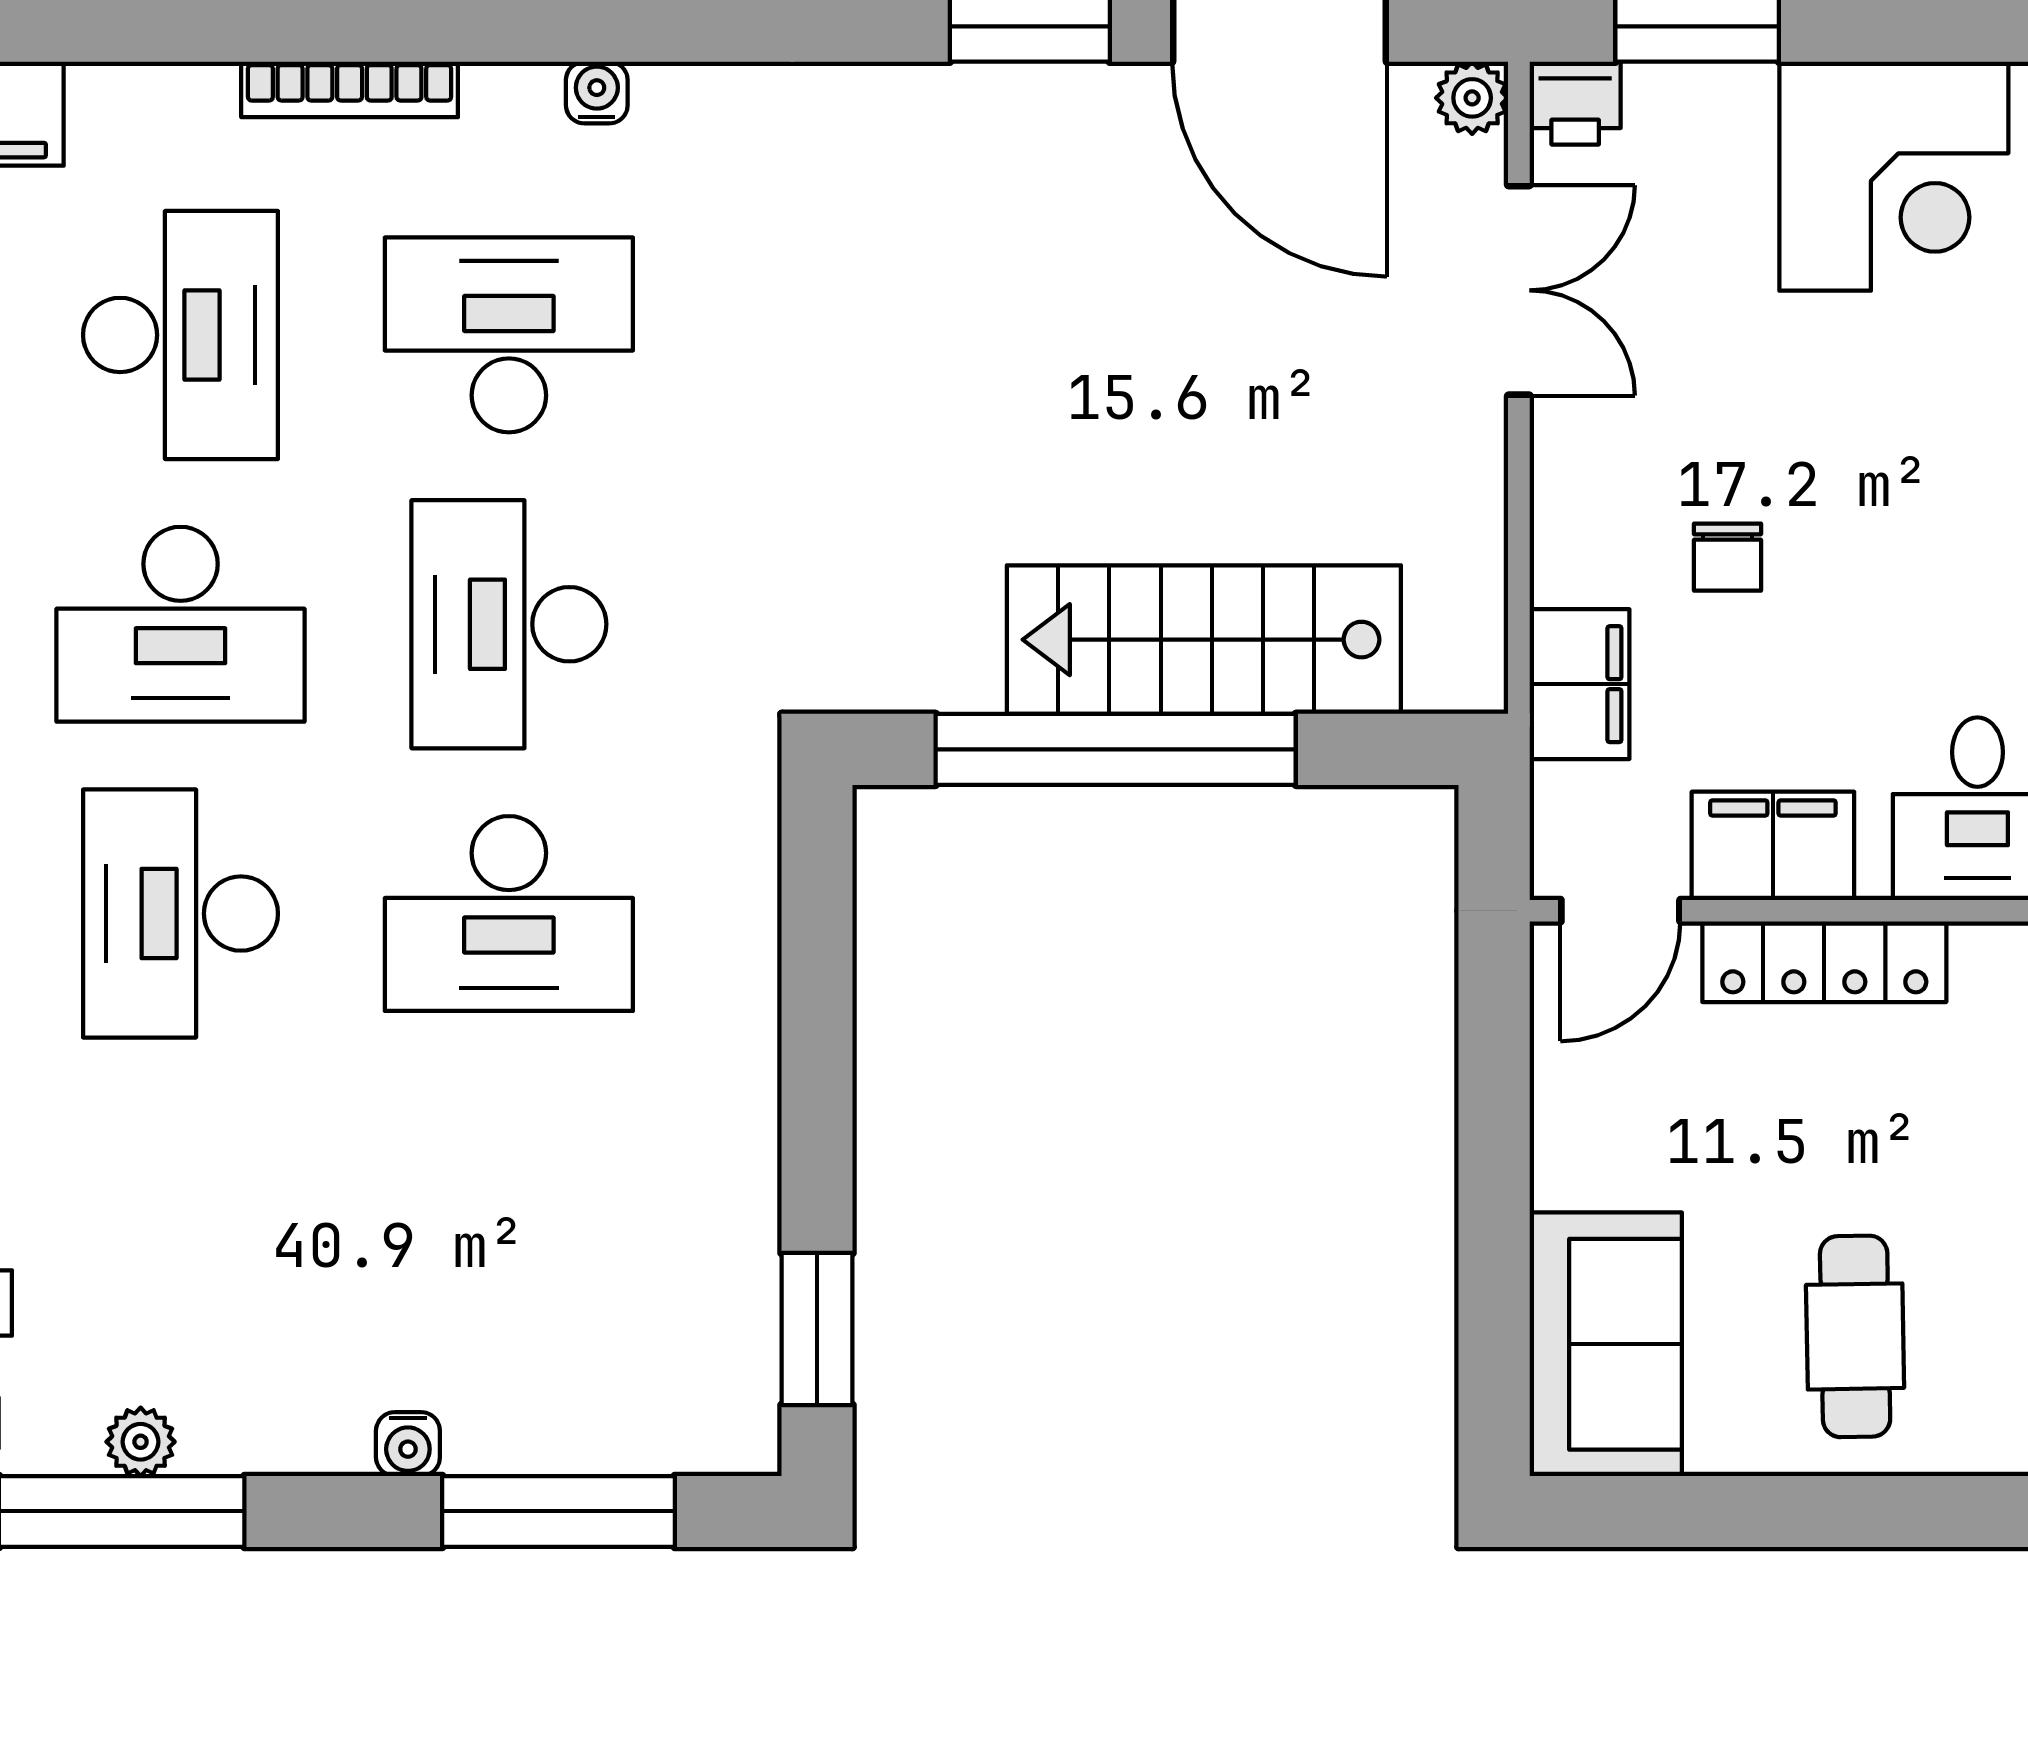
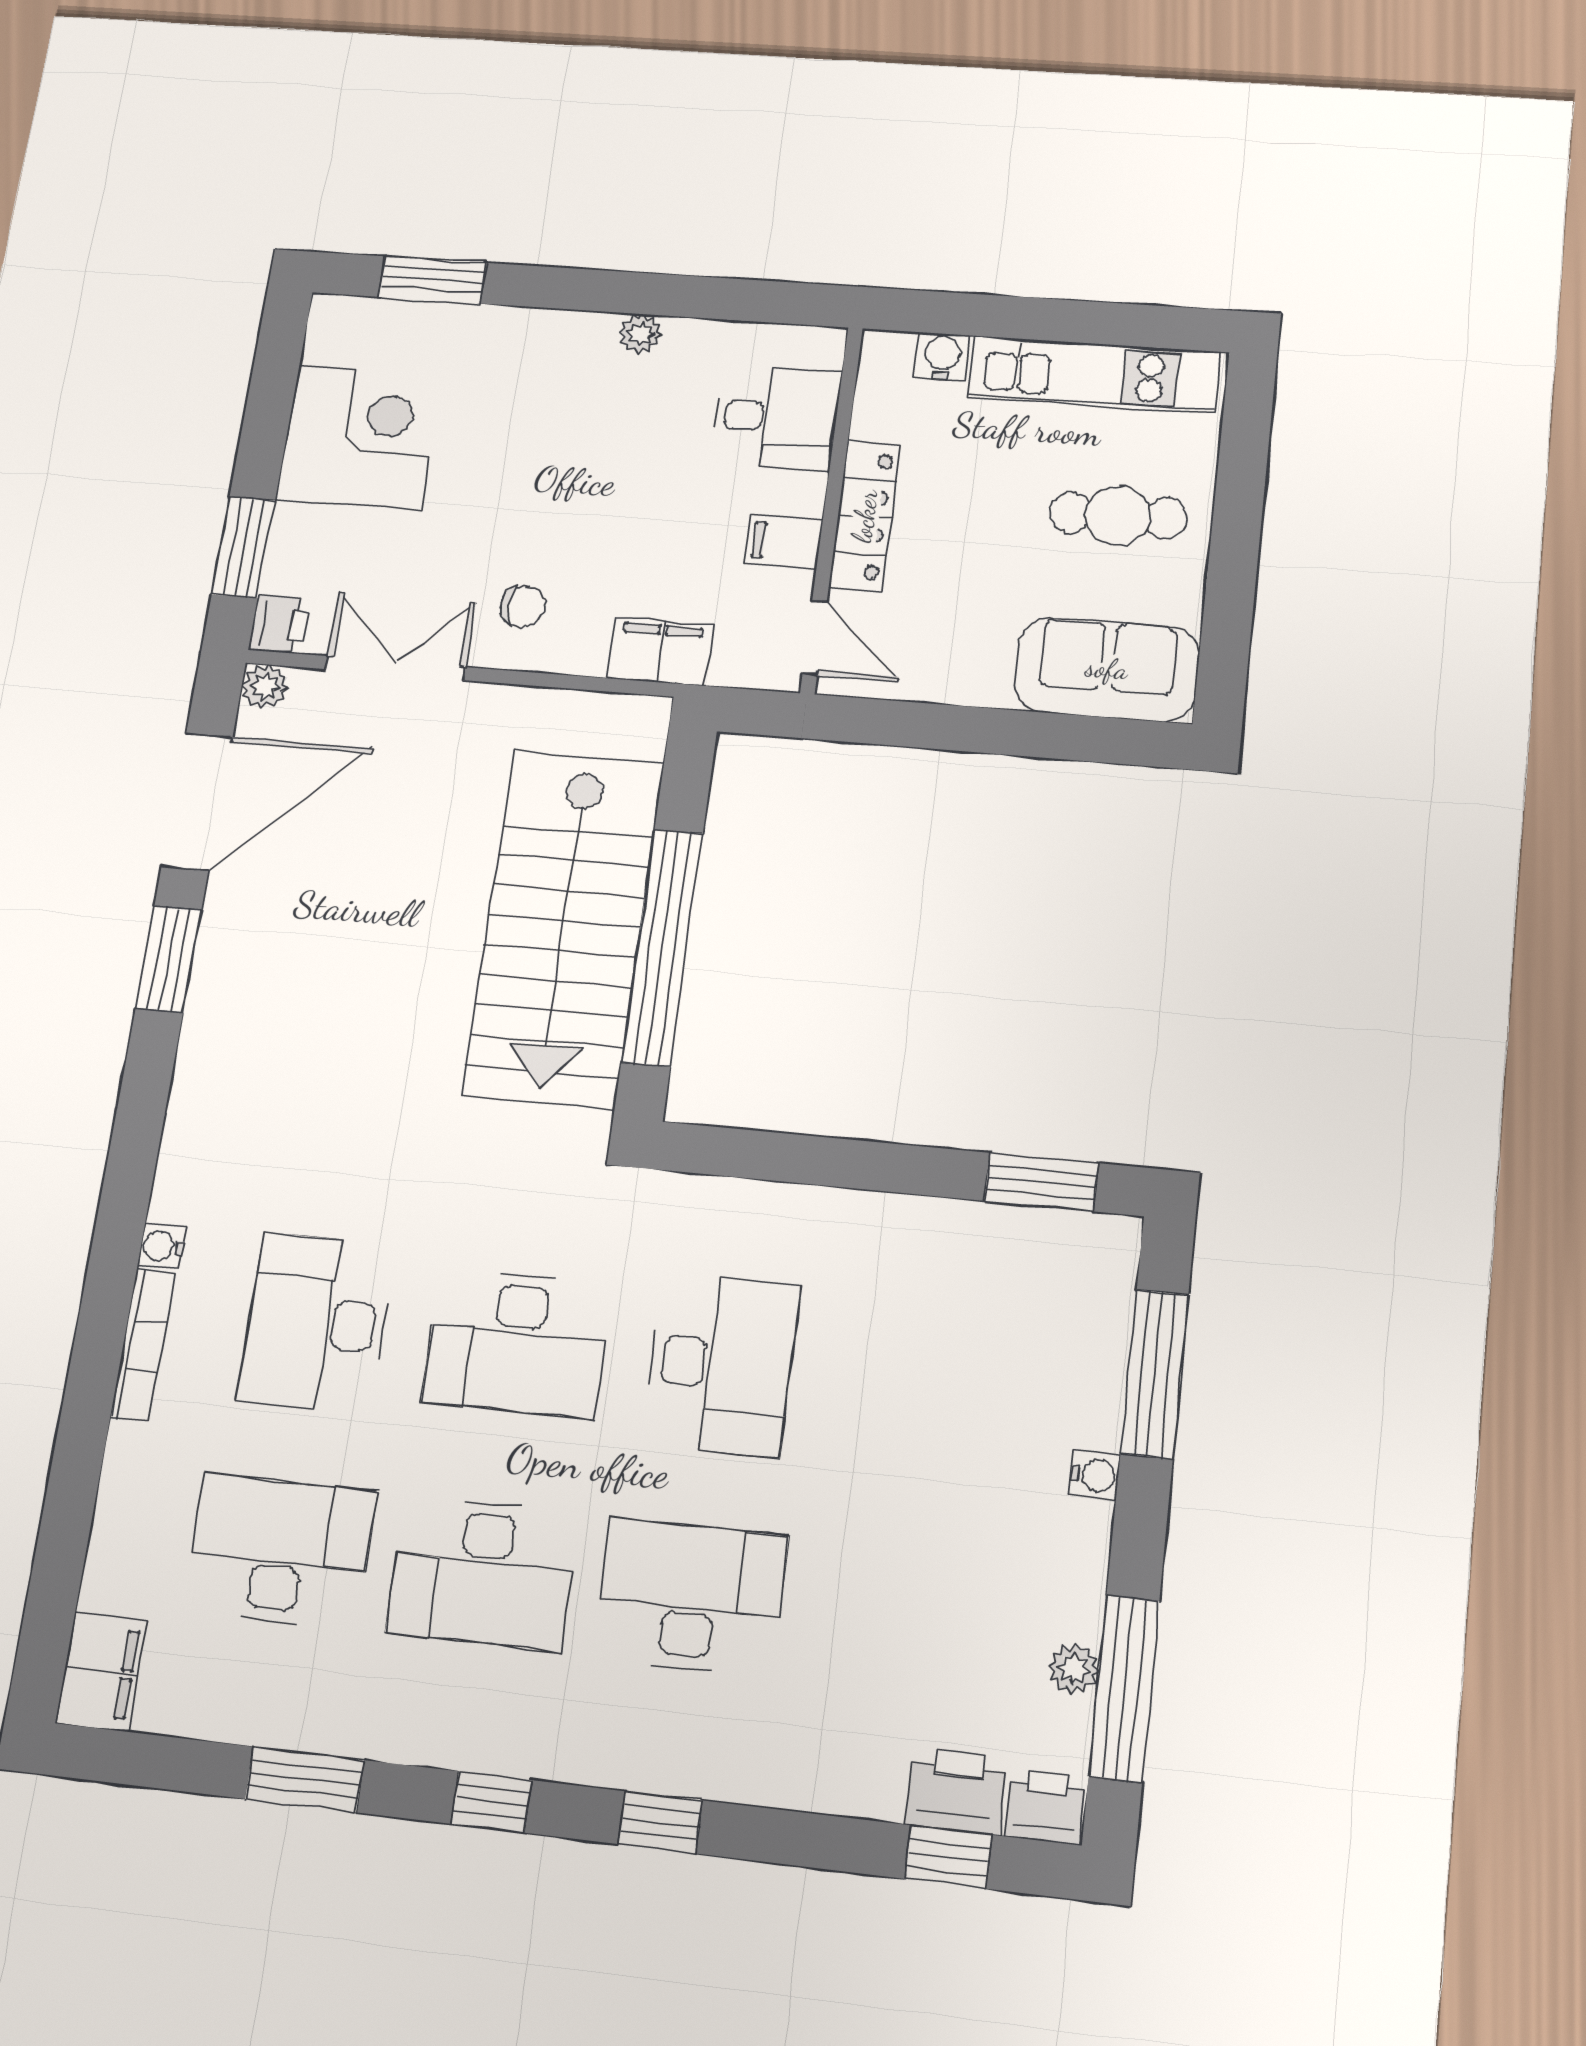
bookcase: (350, 89) -> (142, 1345), moved
chair: (1728, 557) -> (523, 606), moved
desk: (181, 624) -> (483, 1573), turned 90
stairs: (1204, 640) -> (564, 928), width x1.36, depth x1.51
filing cabinet: (1773, 846) -> (784, 541), width x0.50
desk: (181, 914) -> (690, 1596), turned 180

